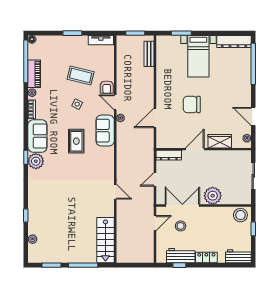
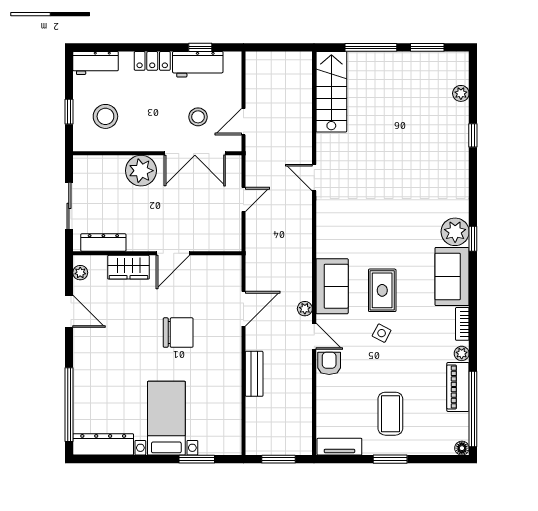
bench: (149, 54) -> (254, 374), moved
coffee table: (81, 75) -> (390, 414), moved, turned 76
rug: (76, 141) -> (382, 290), moved
dresser: (169, 155) -> (103, 242), moved
stool: (240, 215) -> (105, 116), moved

